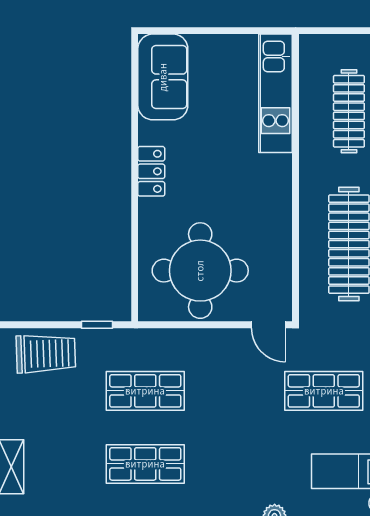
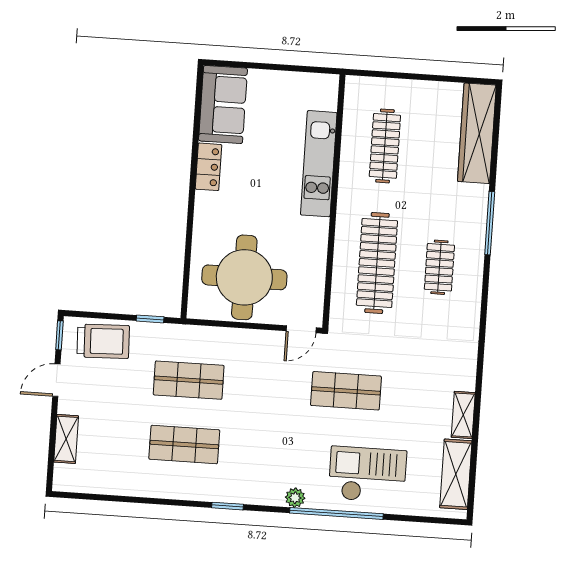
kitchen unit: (276, 93) -> (319, 164), moved
locker: (151, 171) -> (208, 167), moved
door: (268, 325) -> (301, 329), hinge flipped

